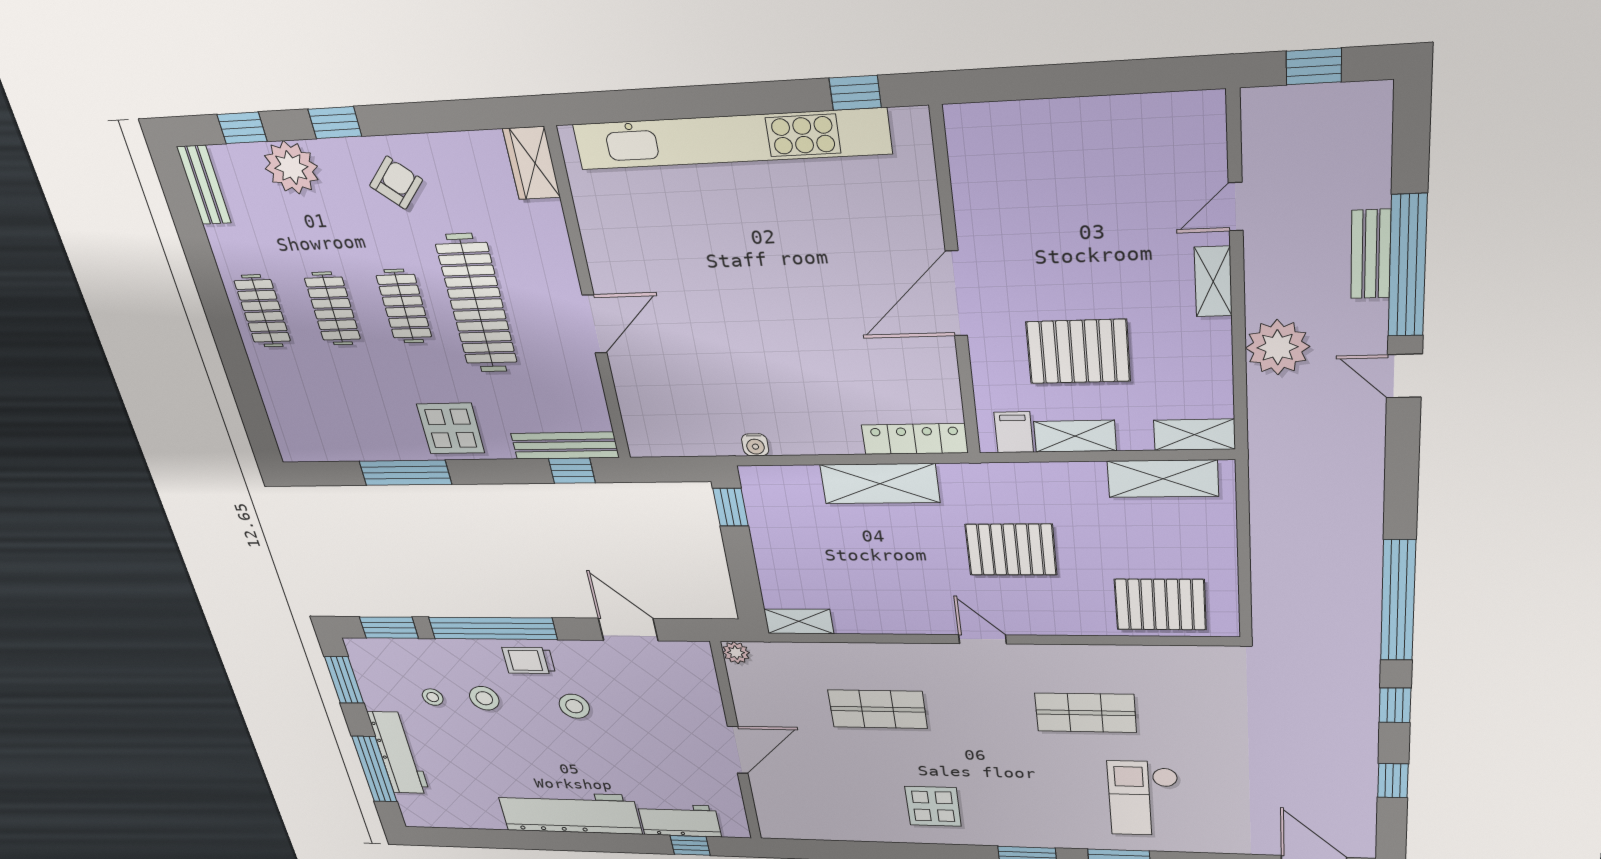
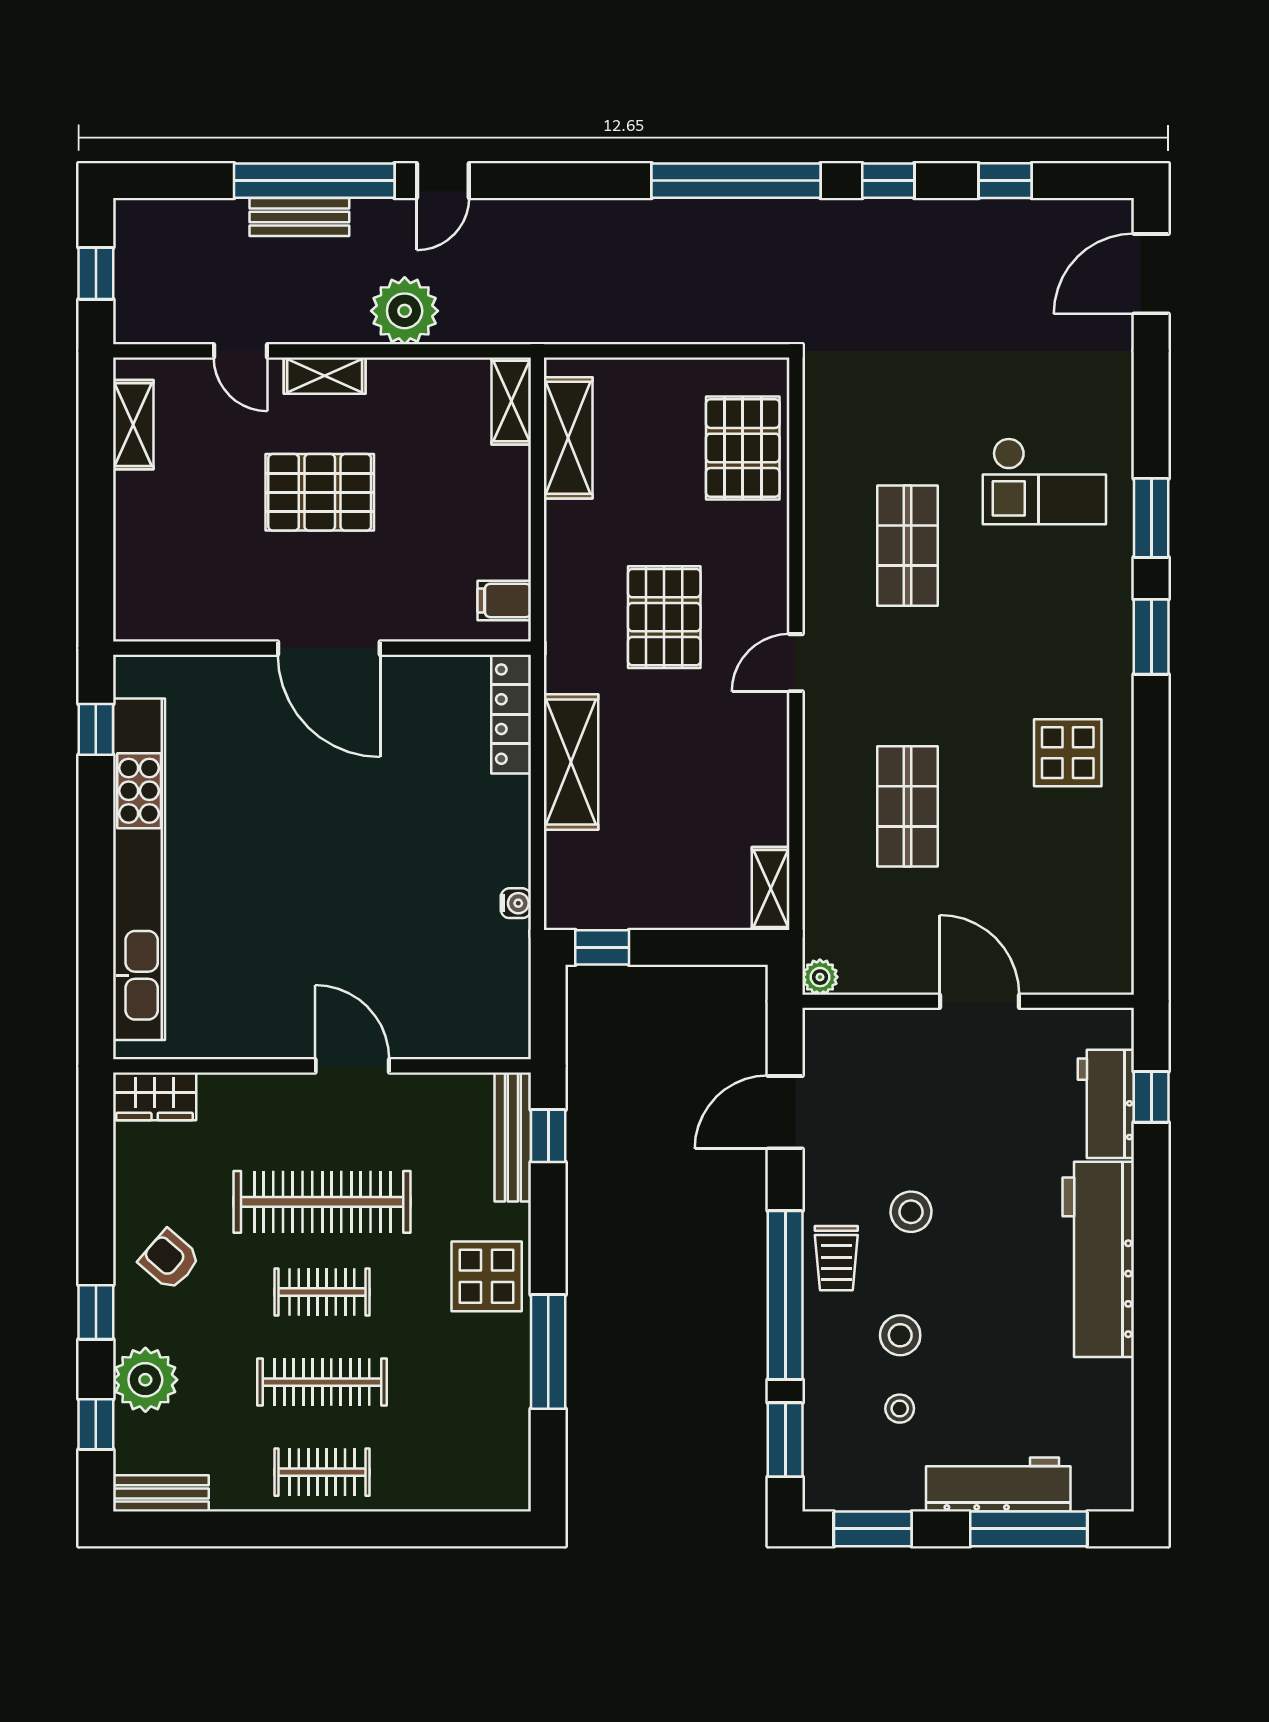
clothes rail: (333, 309) -> (322, 1382), width x1.36
pallet: (1078, 352) -> (320, 492), moved, turned 90
shelving: (1075, 436) -> (133, 425), moved

